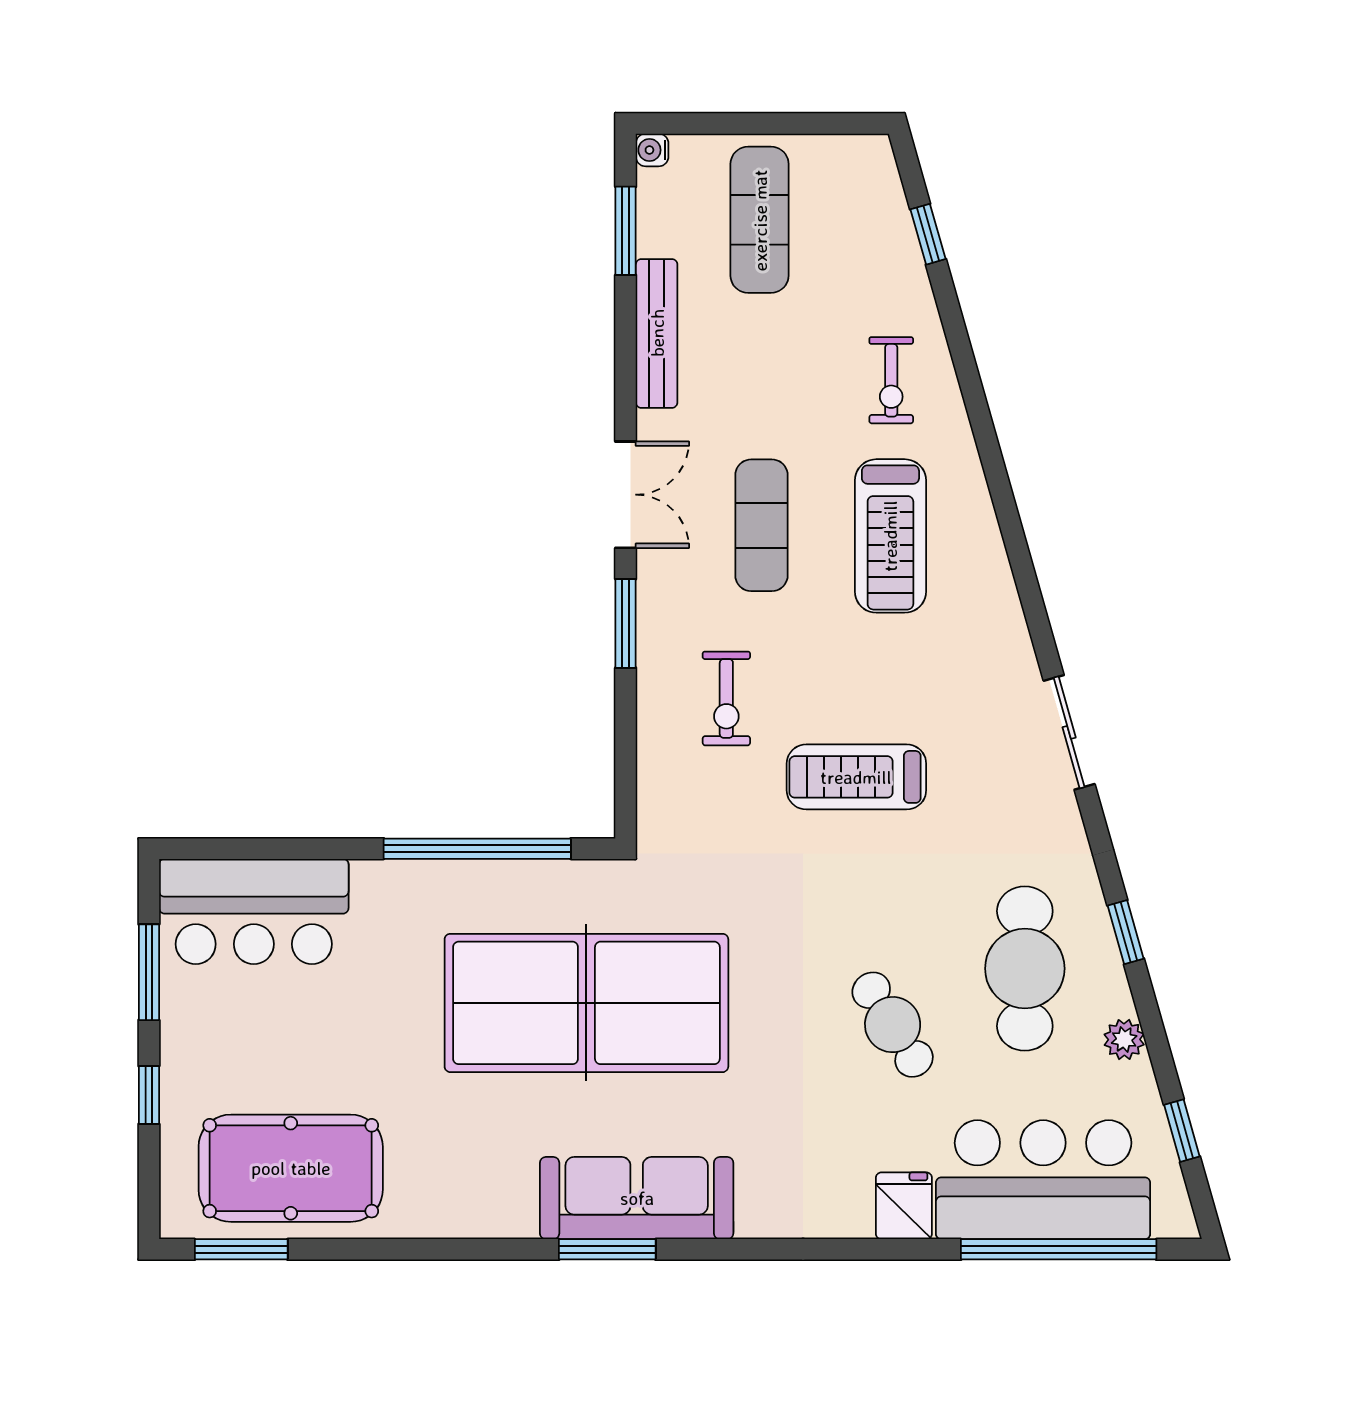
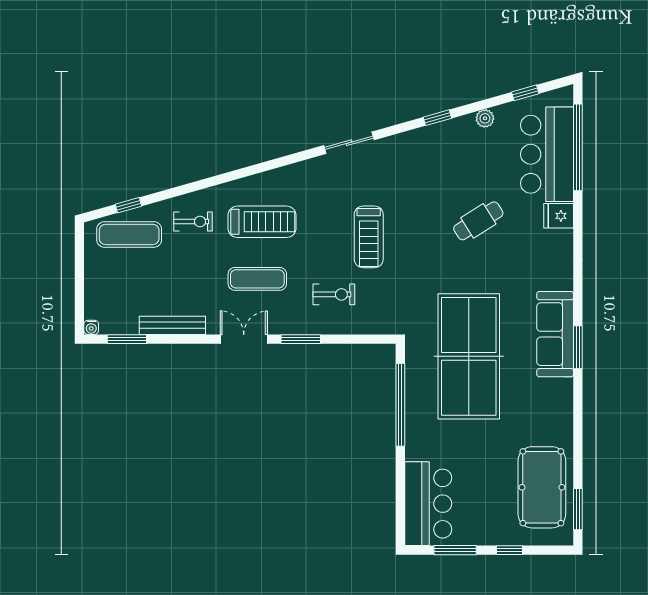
exercise mat: (760, 220) -> (129, 234), moved
cafe table: (1025, 969) -> (454, 162), removed

